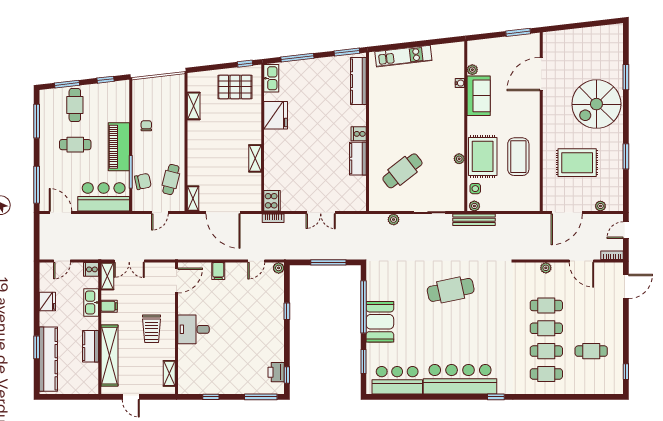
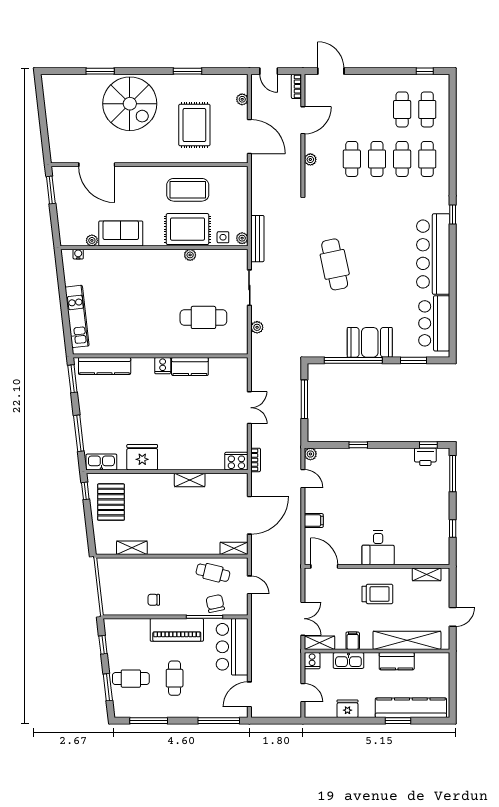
water cooler: (460, 83) -> (78, 254), moved
cafe table: (402, 171) -> (203, 317), turned -52
cafe table: (591, 374) -> (427, 109), added

